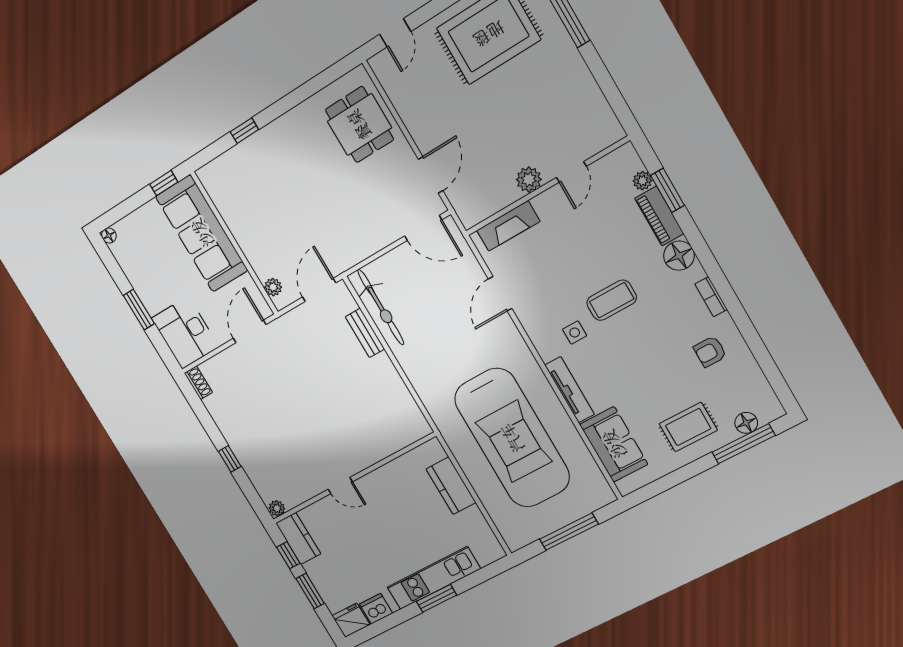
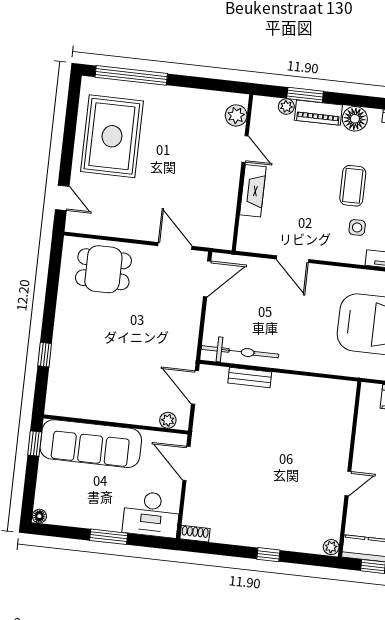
plant: (529, 179) -> (236, 115), moved
fireplace: (508, 226) -> (253, 191), moved

